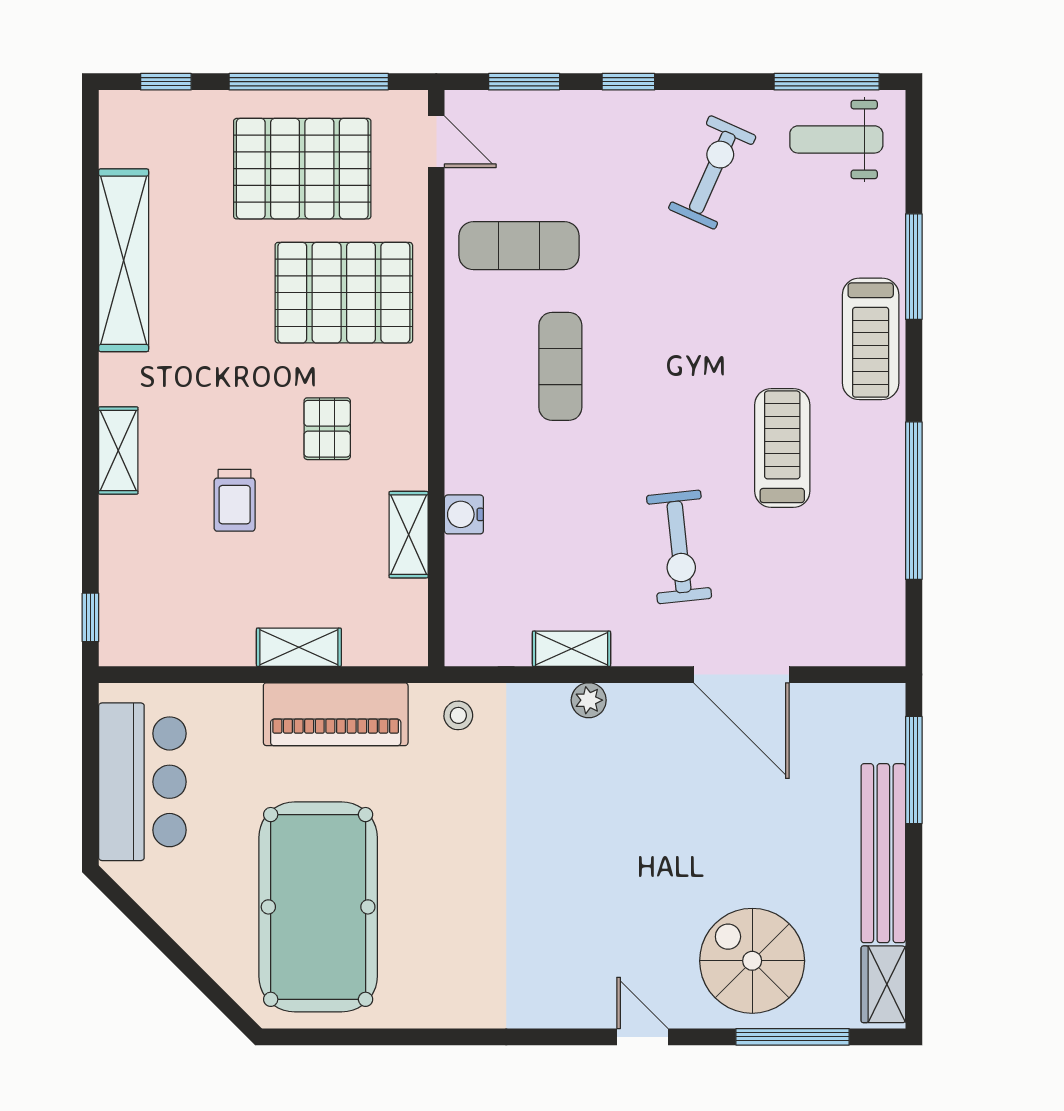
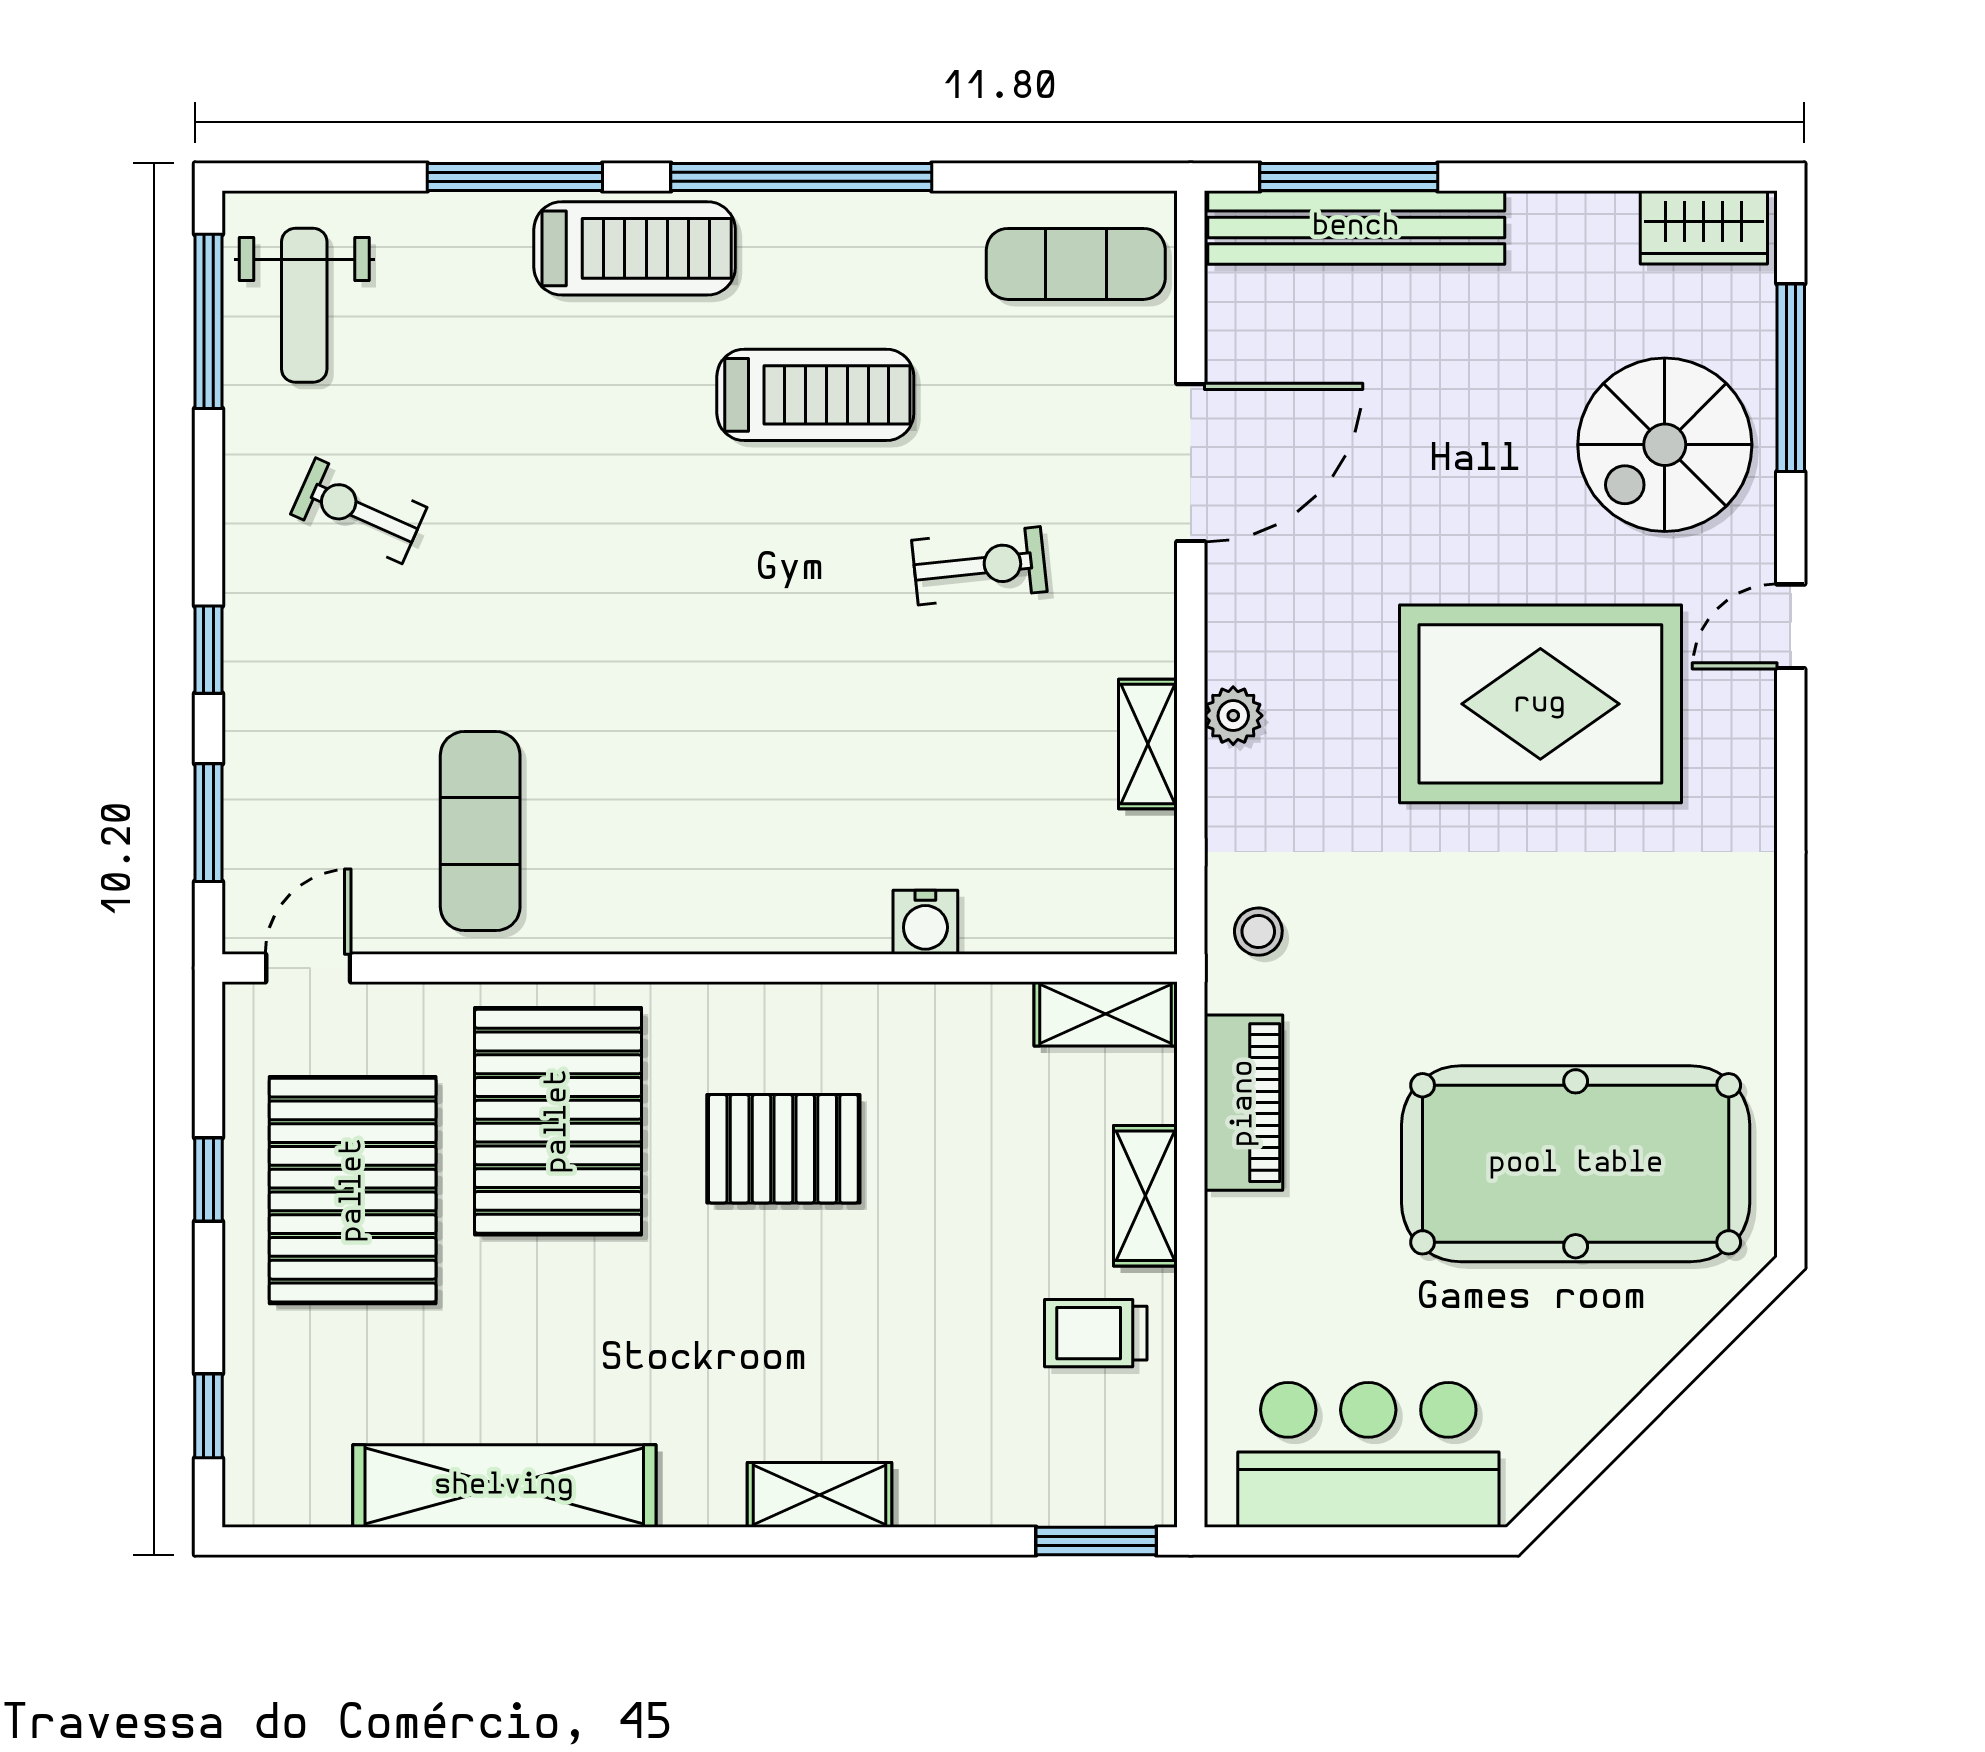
window: (309, 82) -> (209, 1179), width x0.32
exercise bike: (712, 172) -> (359, 511), width x0.73, depth x0.72
exercise mat: (560, 366) -> (1076, 264), moved
pallet: (327, 429) -> (783, 1149), width x1.50, depth x1.42
treadmill: (782, 448) -> (815, 395), turned 180
trolley: (235, 500) -> (1096, 1333), moved, turned 180
window: (914, 501) -> (801, 177), moved
shelving: (409, 535) -> (1106, 1014), moved
exercise bike: (679, 547) -> (979, 566), width x0.73, depth x0.72
window: (90, 617) -> (1096, 1541), width x1.50
piano: (336, 714) -> (1244, 1103), width x0.73, depth x0.75
bench: (883, 853) -> (1356, 227), moved
rug: (596, 886) -> (1540, 704), added

